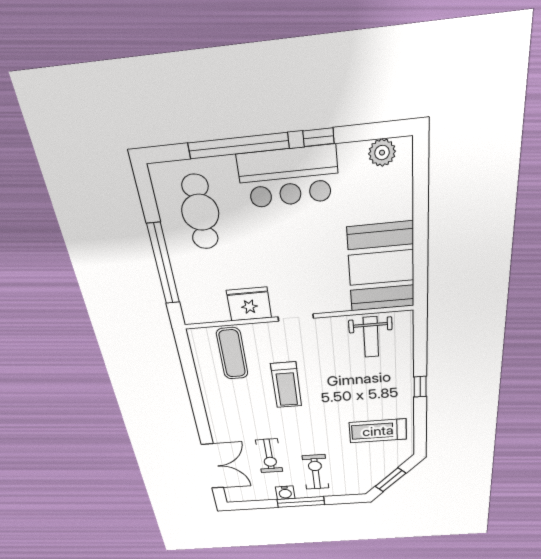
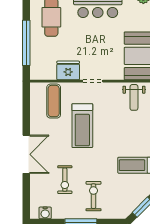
treadmill: (286, 385) -> (82, 126), width x1.37, depth x1.38
double door: (212, 466) -> (26, 154), moved
water cooler: (285, 493) -> (45, 213), moved

